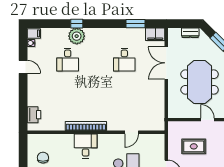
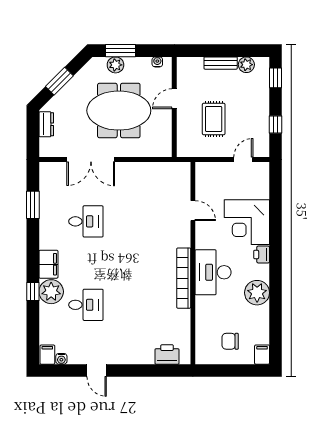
filing cabinet: (155, 34) -> (48, 264), moved
door: (23, 67) -> (97, 371), swing flipped
desk: (86, 146) -> (213, 272), width x1.37

